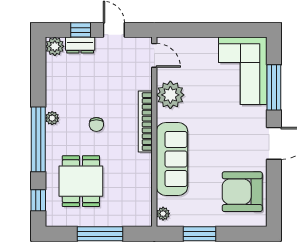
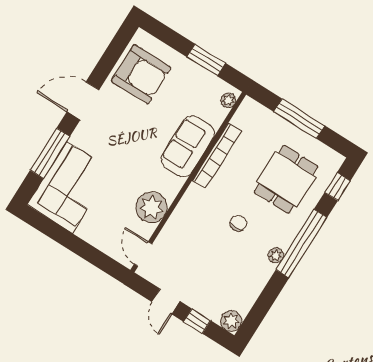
dresser: (80, 45) -> (207, 307), removed
bookcase: (145, 122) -> (217, 156), moved
sofa: (172, 159) -> (188, 146), width x0.73

